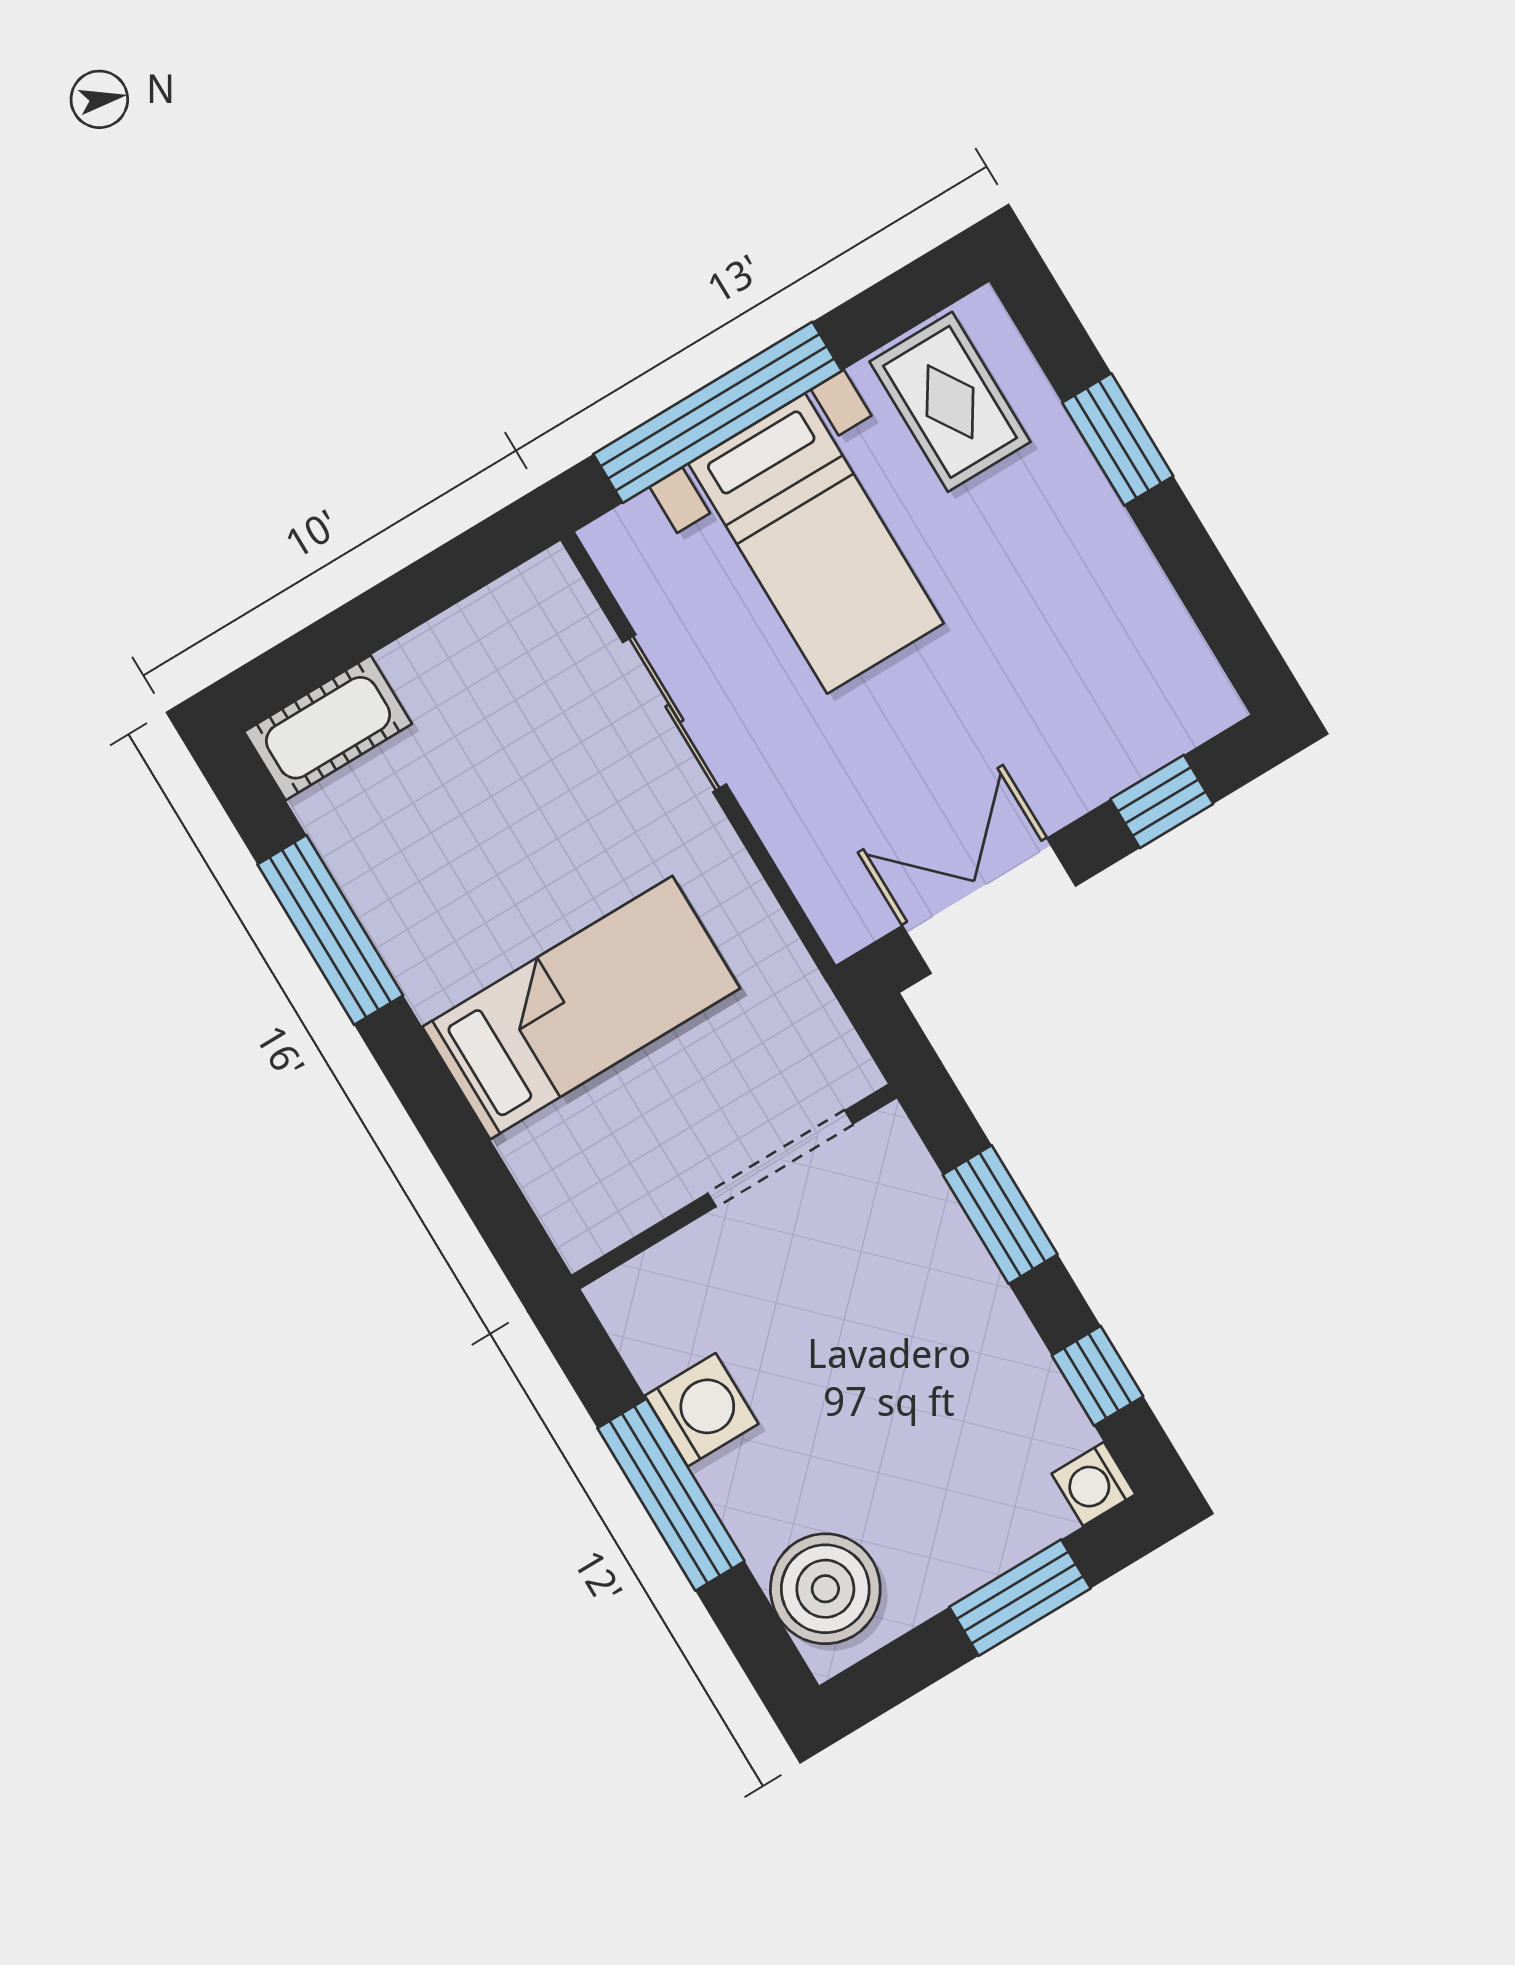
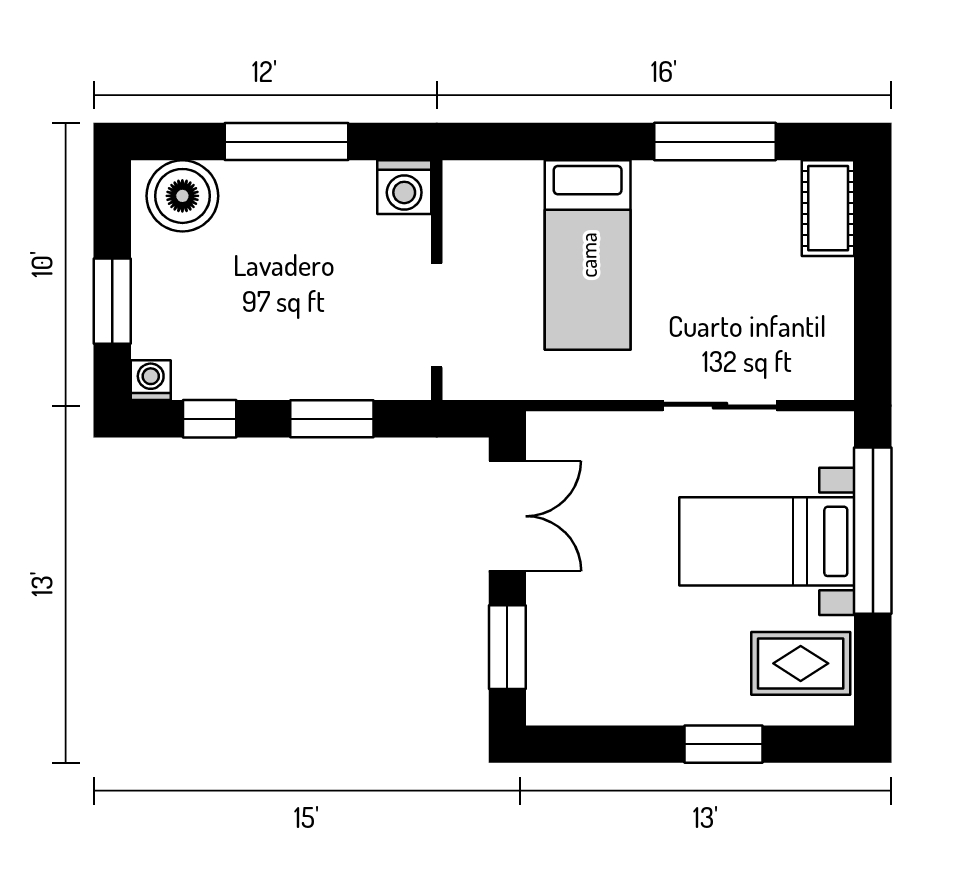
window: (1162, 801) -> (507, 647), width x1.50
washing machine: (702, 1410) -> (404, 187), moved

